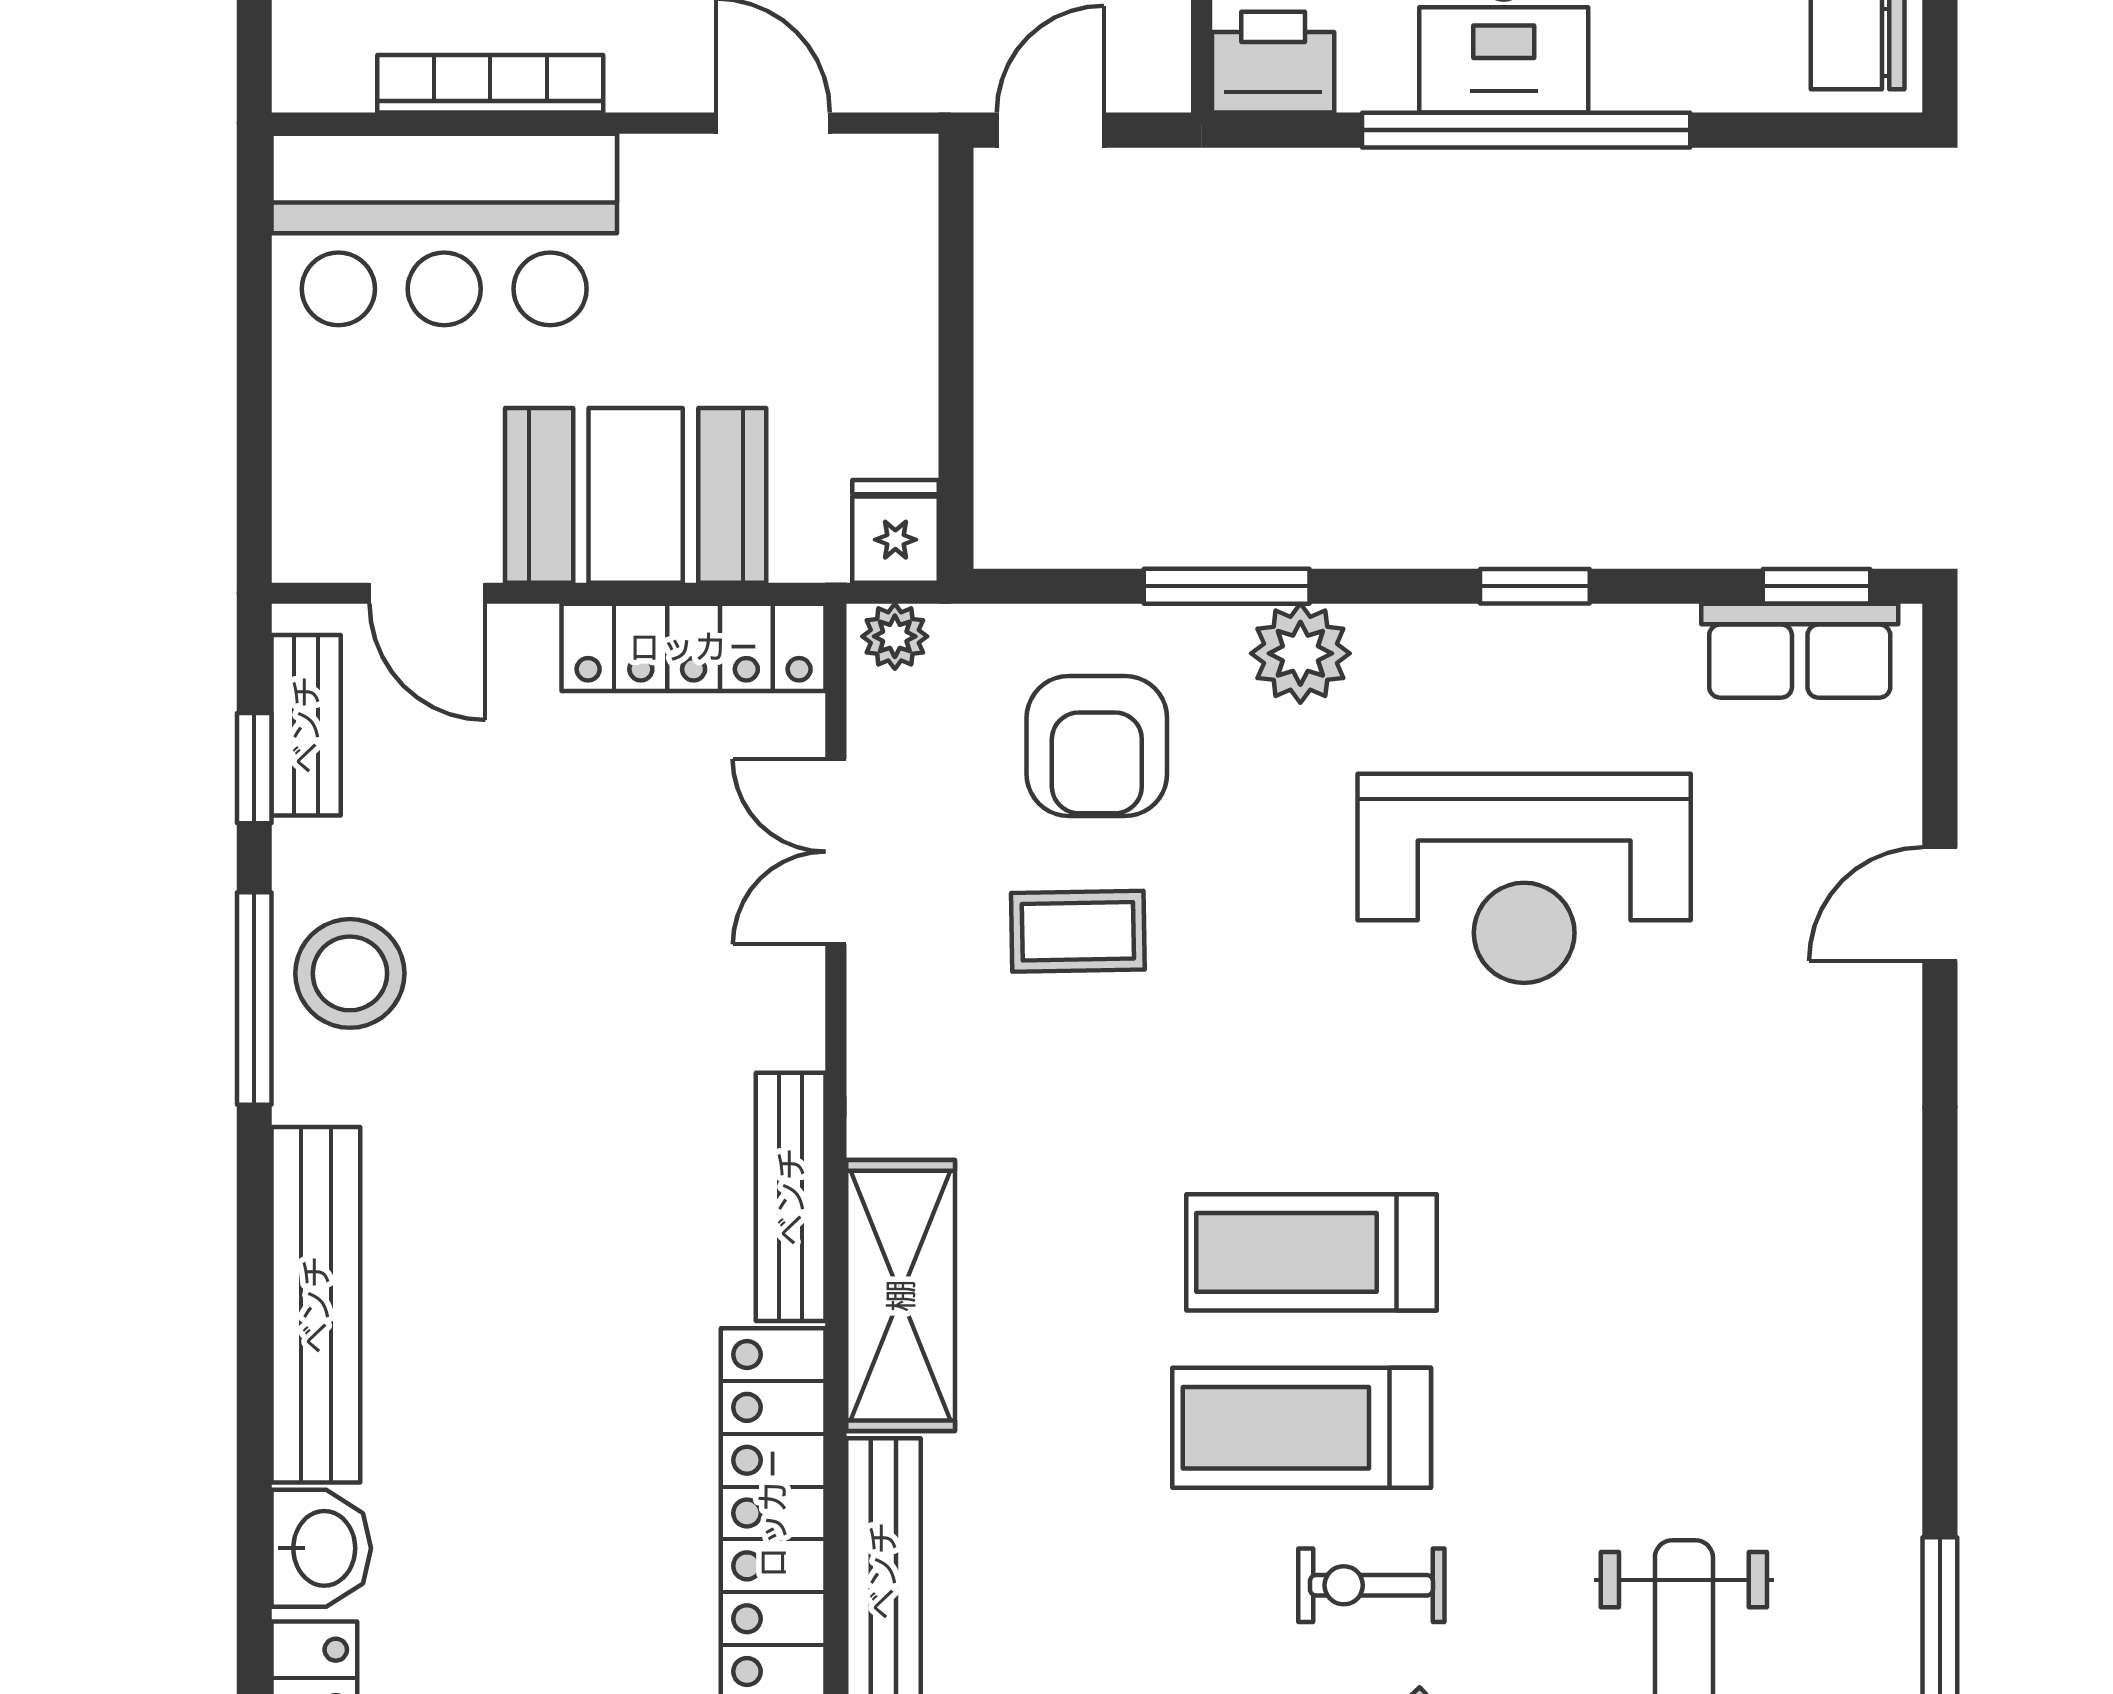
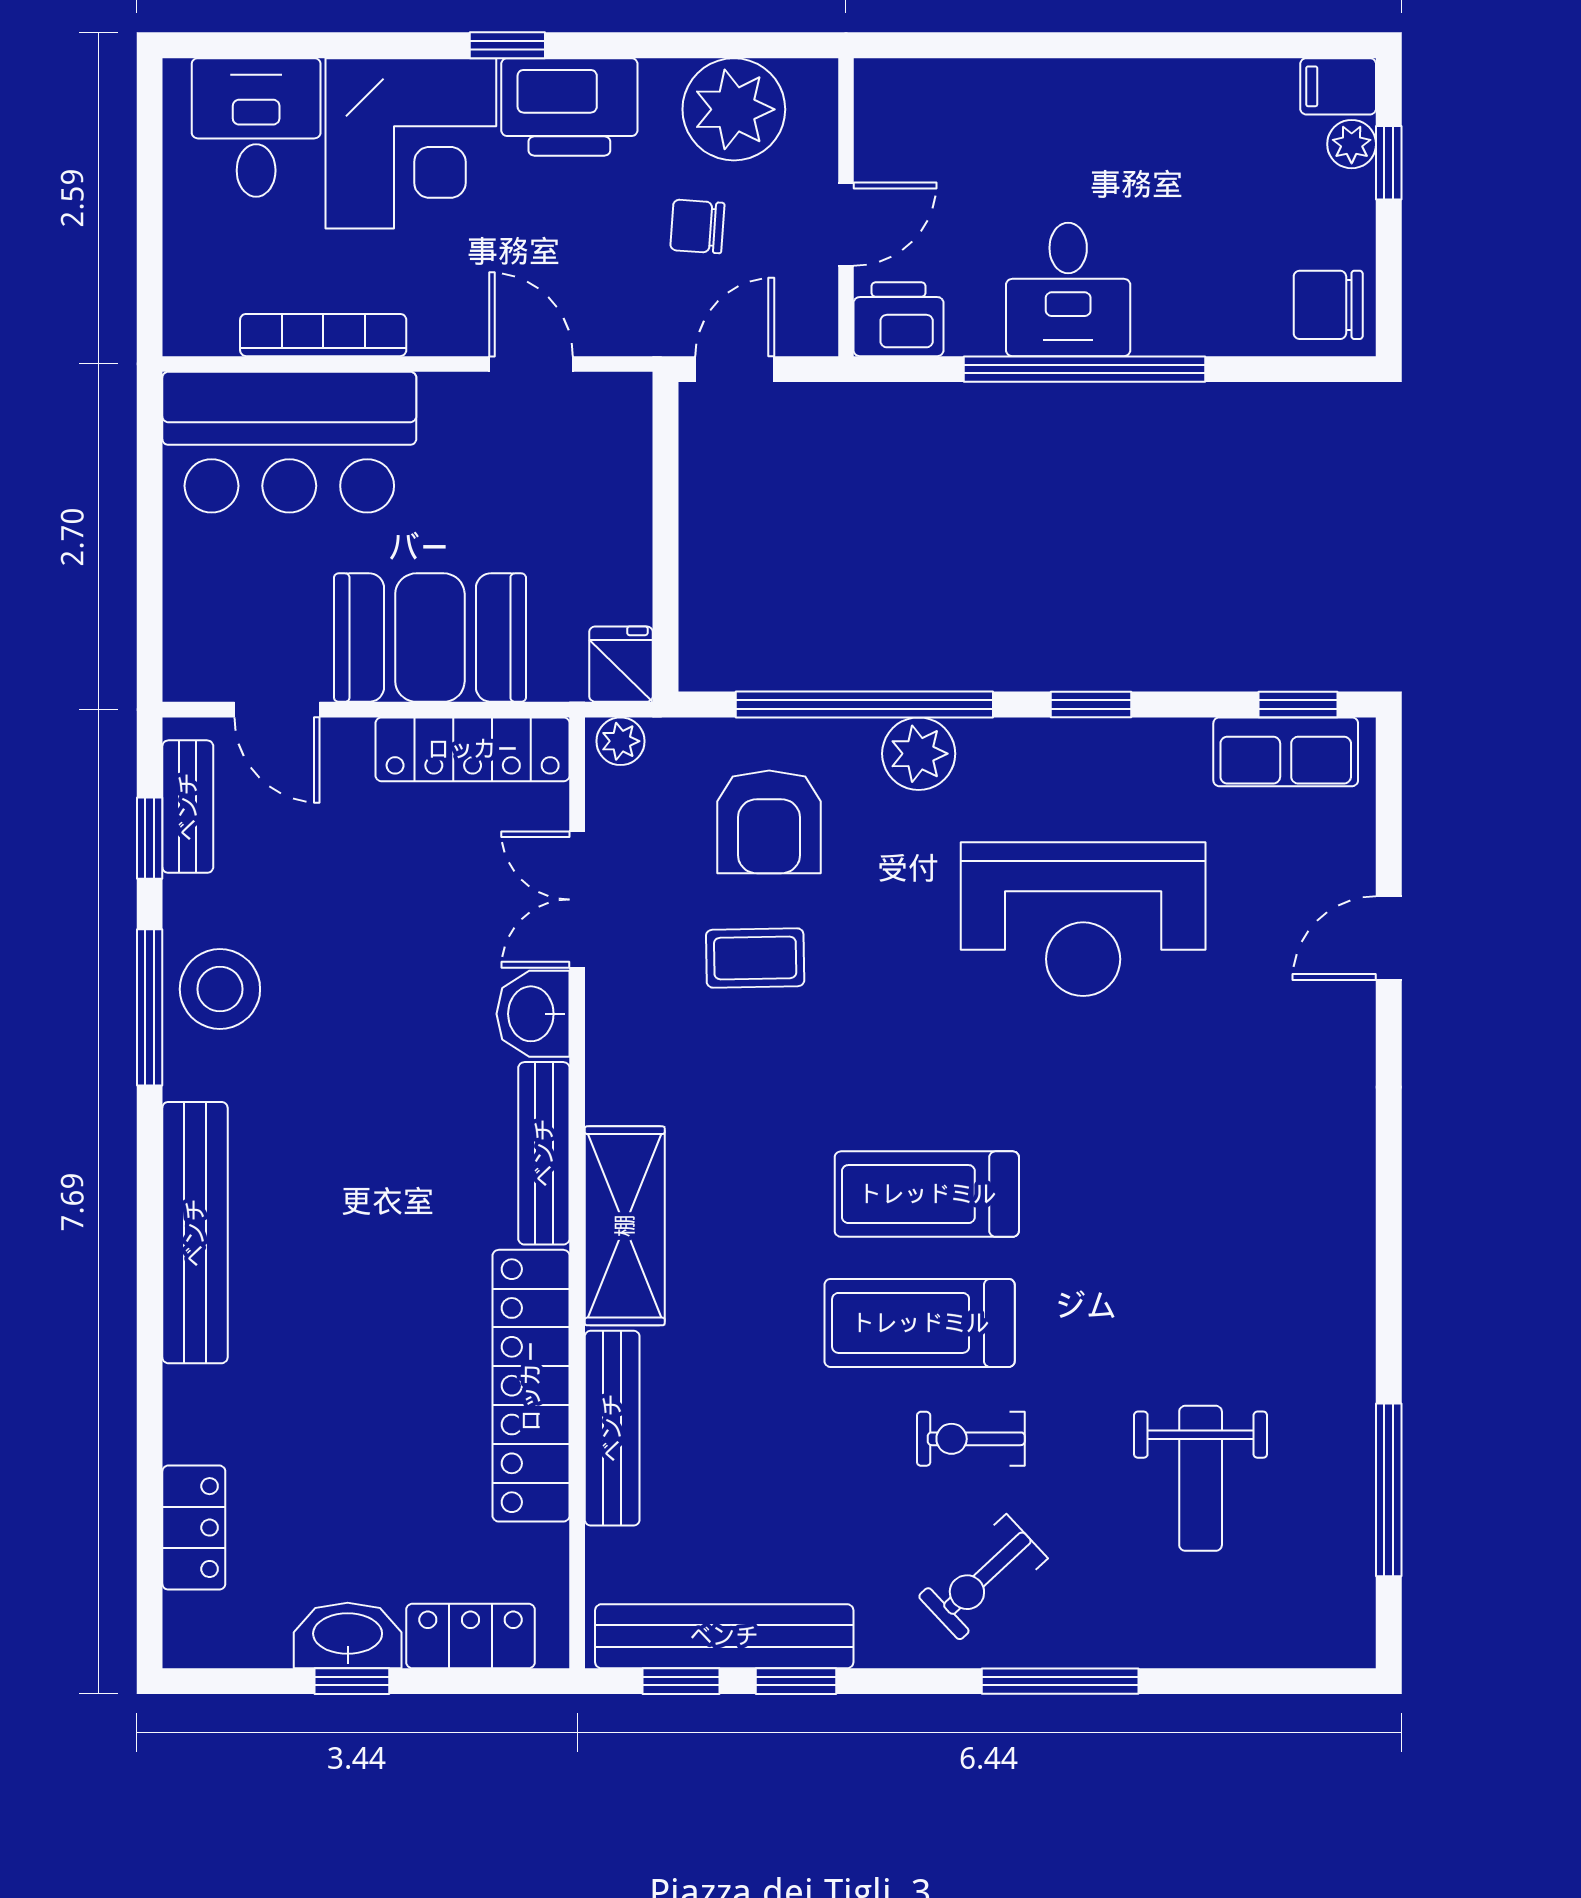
window: (1227, 586) -> (864, 704), width x2.11
washbasin: (321, 1548) -> (533, 1014), moved, turned 180

